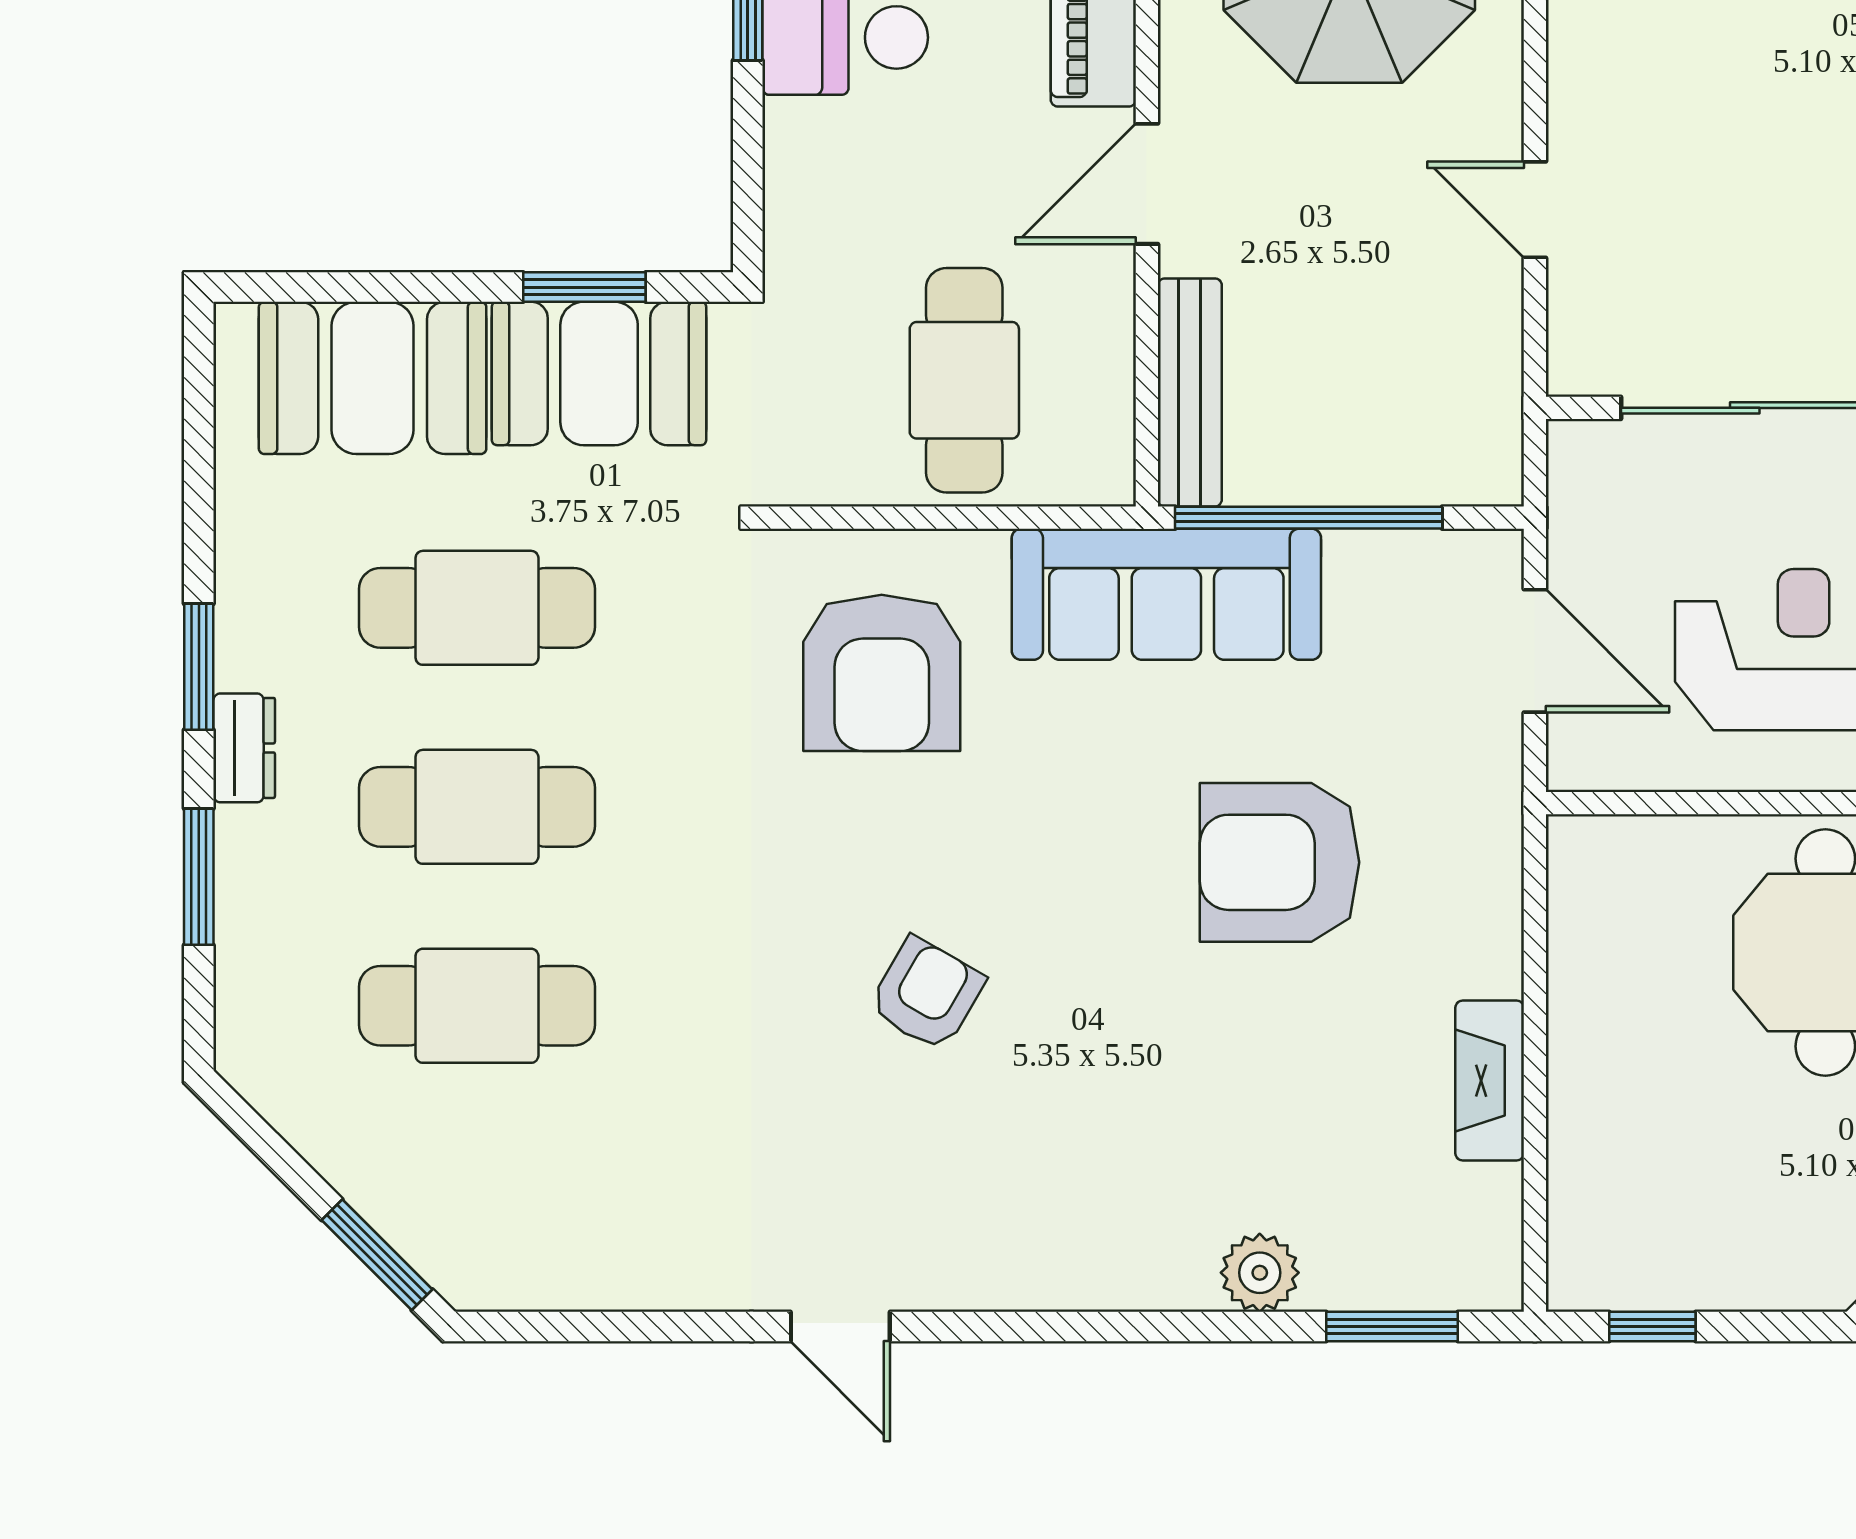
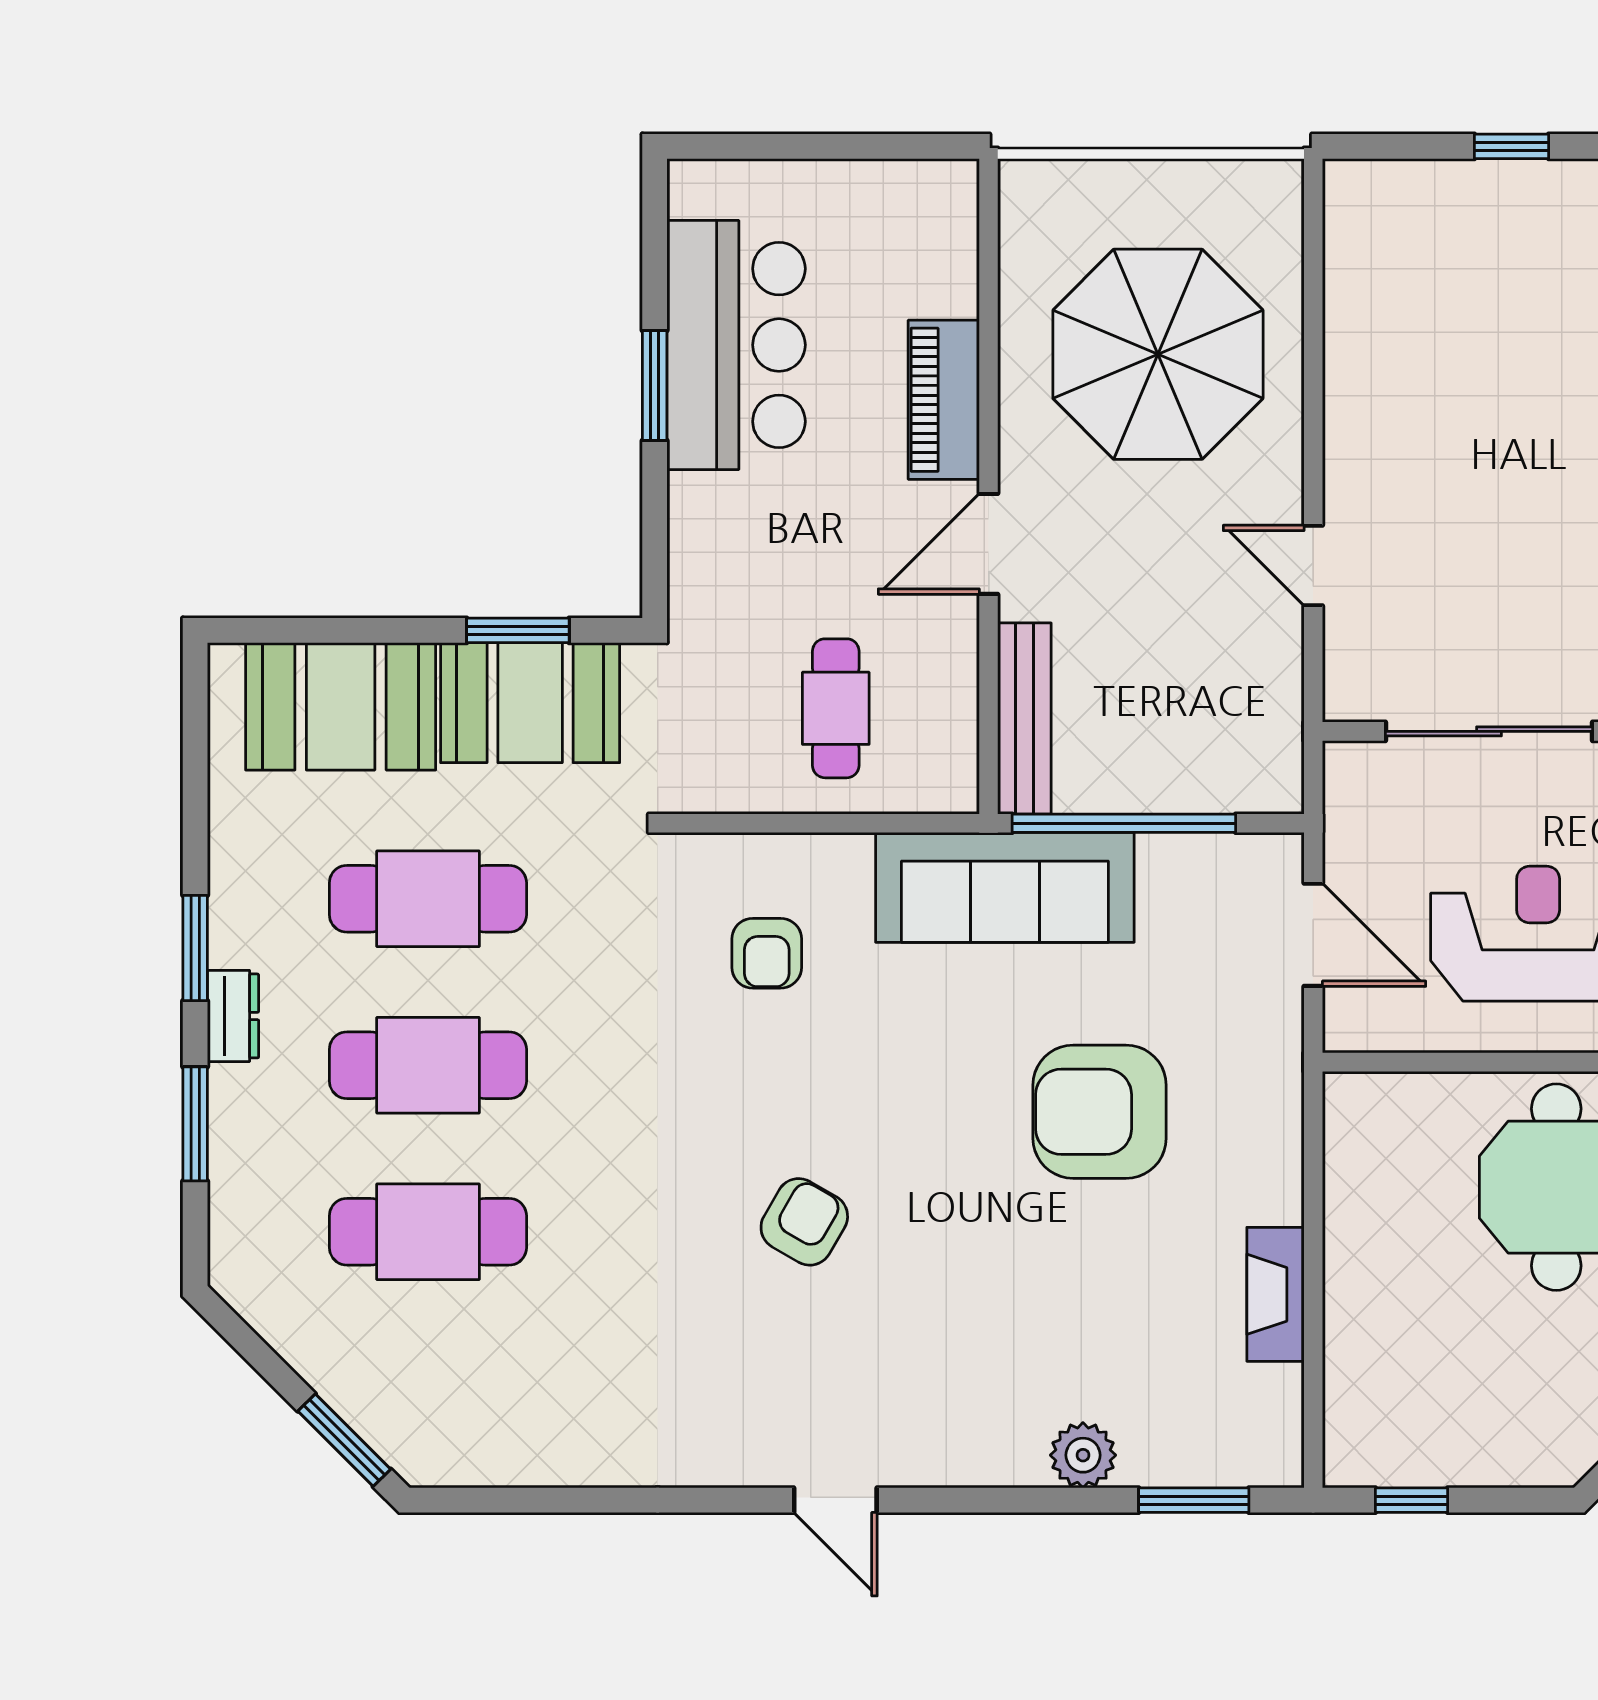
cafe table: (964, 380) -> (836, 708), width x0.73, depth x0.74
armchair: (882, 673) -> (767, 953), width x0.53, depth x0.53
door: (840, 1327) -> (835, 1500), moved

